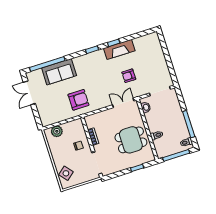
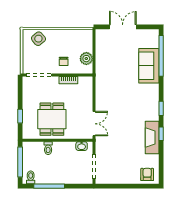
armchair: (129, 76) -> (147, 174), moved
double door: (29, 93) -> (123, 27), moved
armchair: (78, 100) -> (112, 77), removed
plant: (57, 131) -> (86, 59), moved

